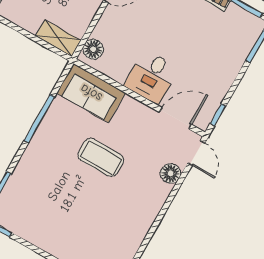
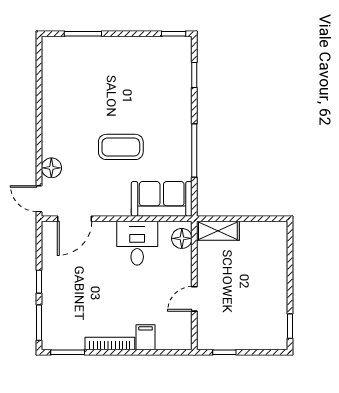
desk: (151, 77) -> (137, 243), moved
window: (218, 115) -> (39, 282), moved

